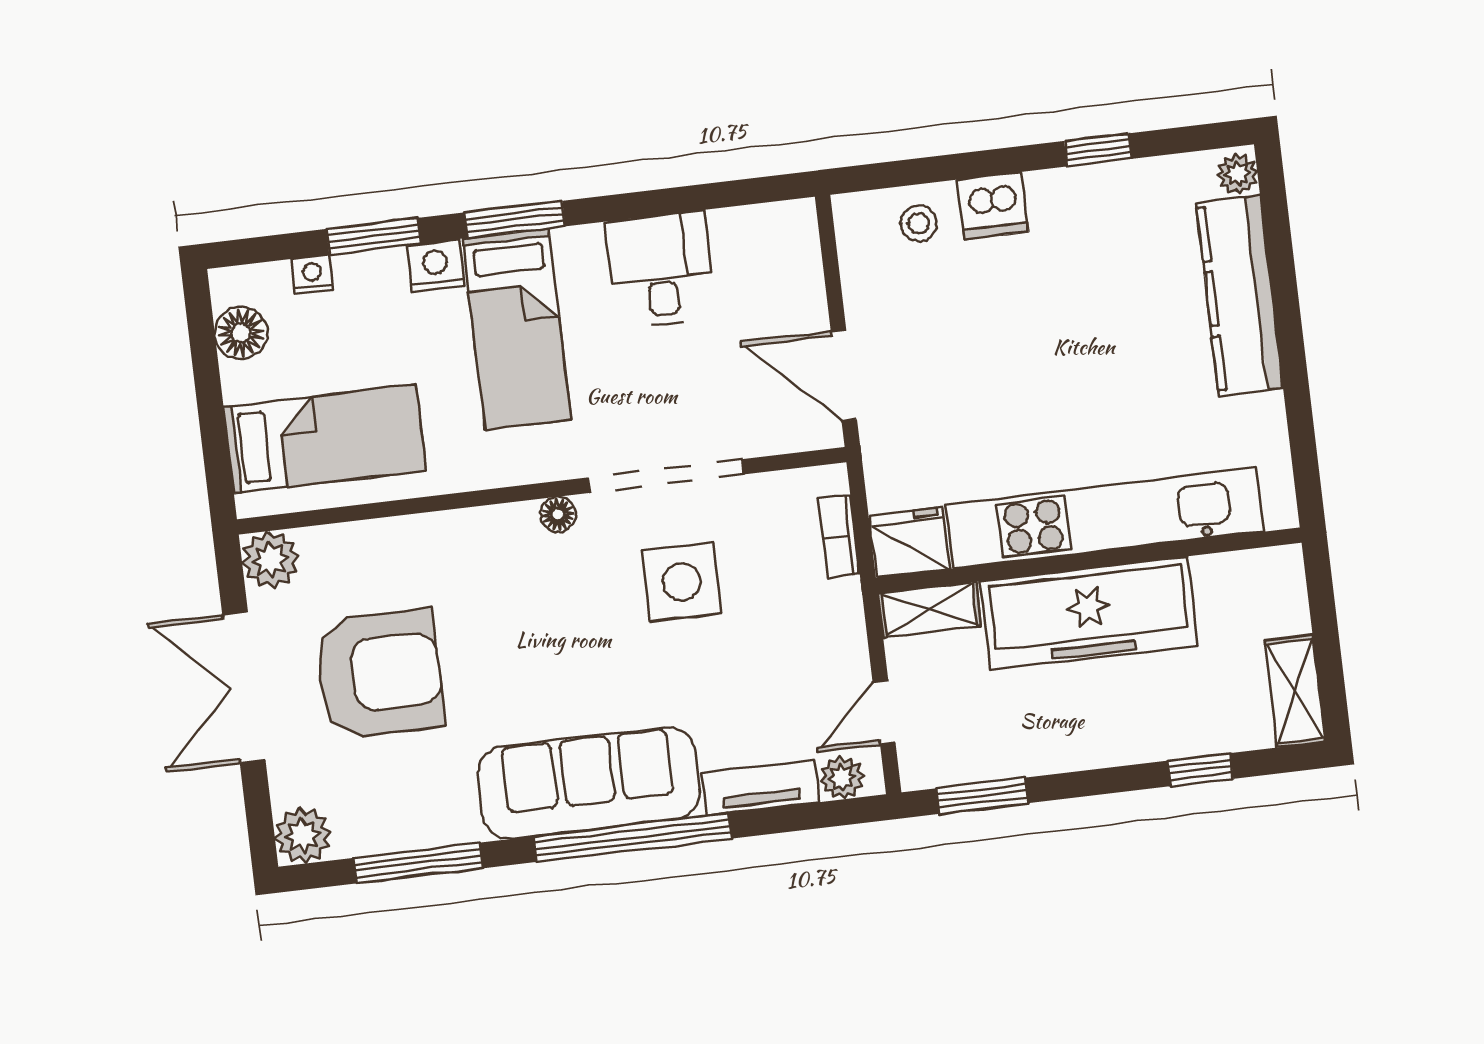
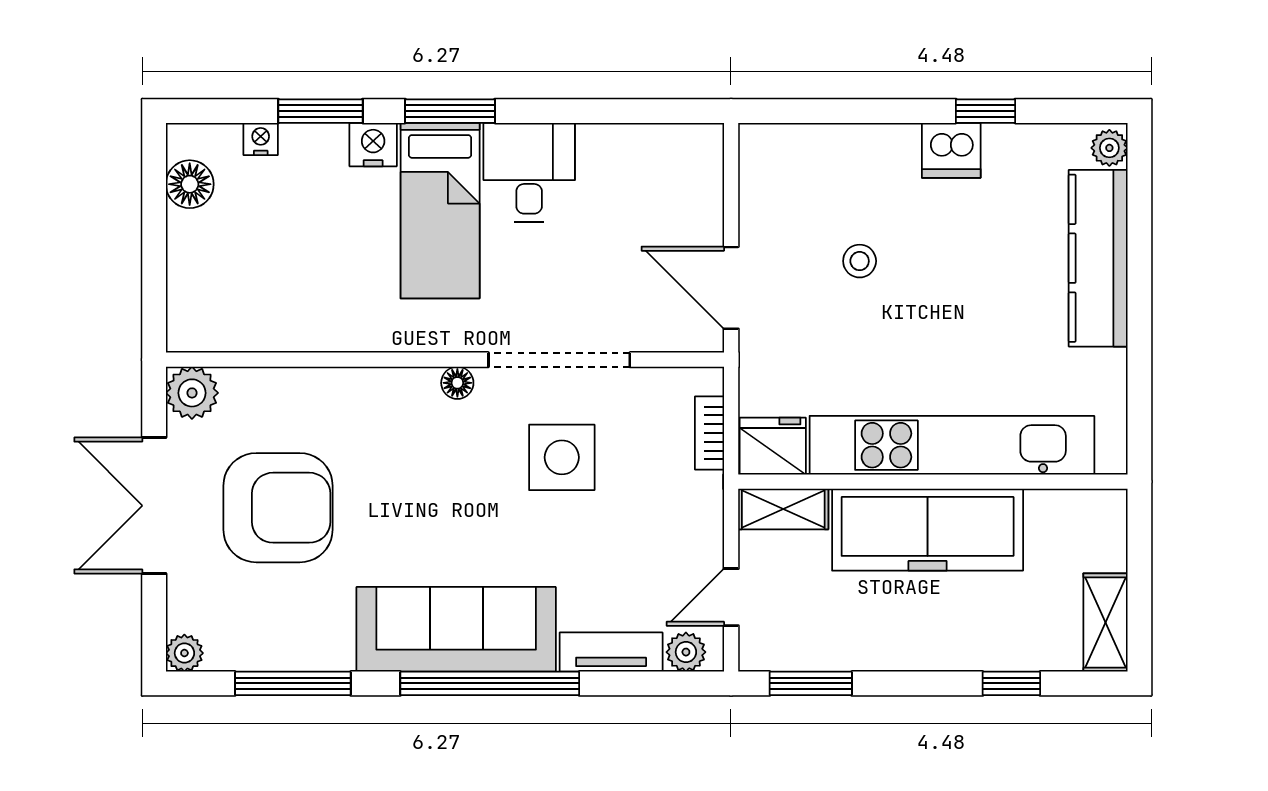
dishwasher: (993, 206) -> (951, 150), moved
stool: (919, 223) -> (860, 261), moved
desk: (661, 269) -> (529, 172), moved
bed: (325, 439) -> (254, 289), removed
plant: (303, 836) -> (184, 653), width x0.73, depth x0.73

